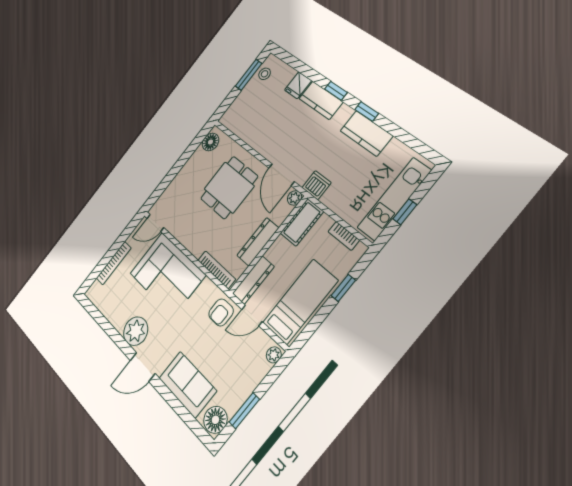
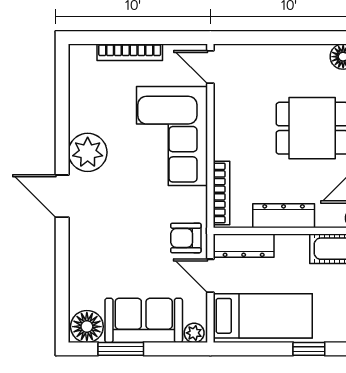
sofa: (187, 385) -> (144, 320), moved, turned -90

